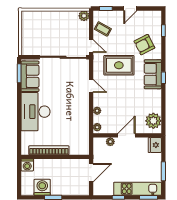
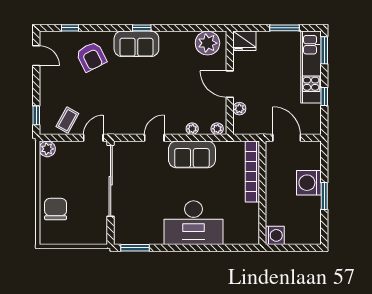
door: (130, 9) -> (36, 56), moved
chair: (44, 21) -> (56, 209), added
rug: (119, 65) -> (123, 96), removed
sofa: (30, 76) -> (192, 154), moved, turned 180
bookcase: (49, 150) -> (252, 171), moved
washing machine: (42, 187) -> (309, 183), moved

